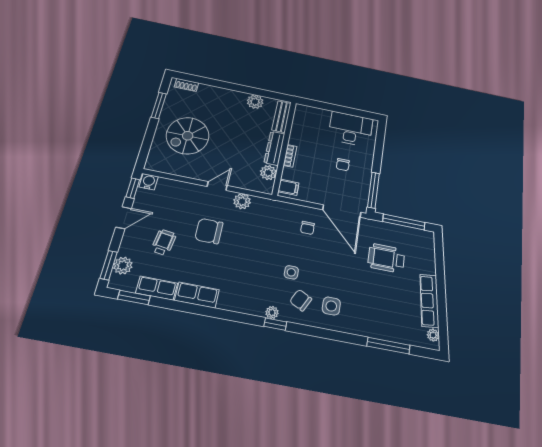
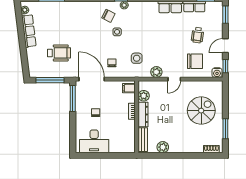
chair: (209, 231) -> (195, 61), moved
plant: (123, 266) -> (217, 16), removed
side table: (331, 306) -> (137, 58), moved

